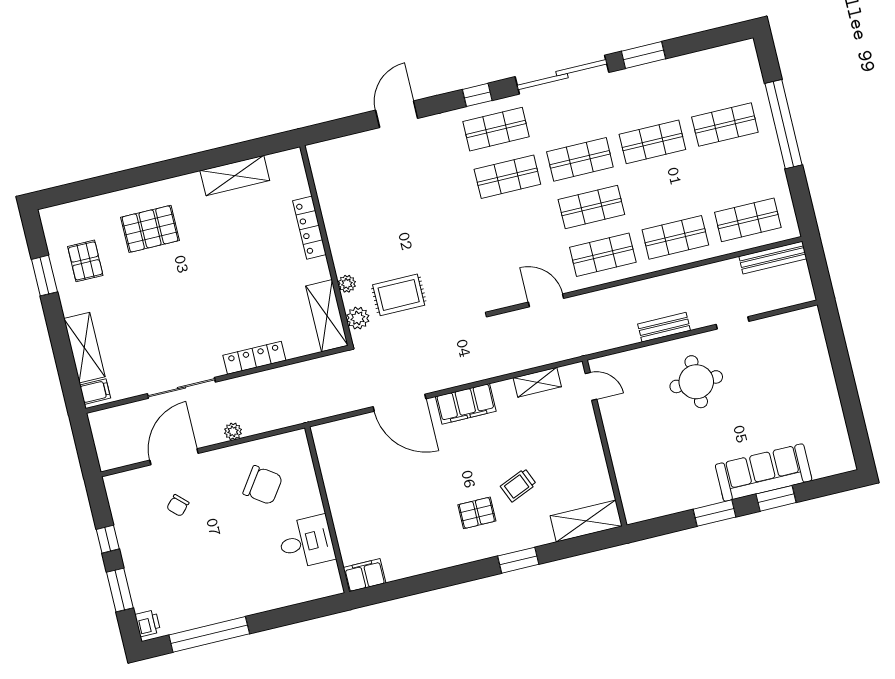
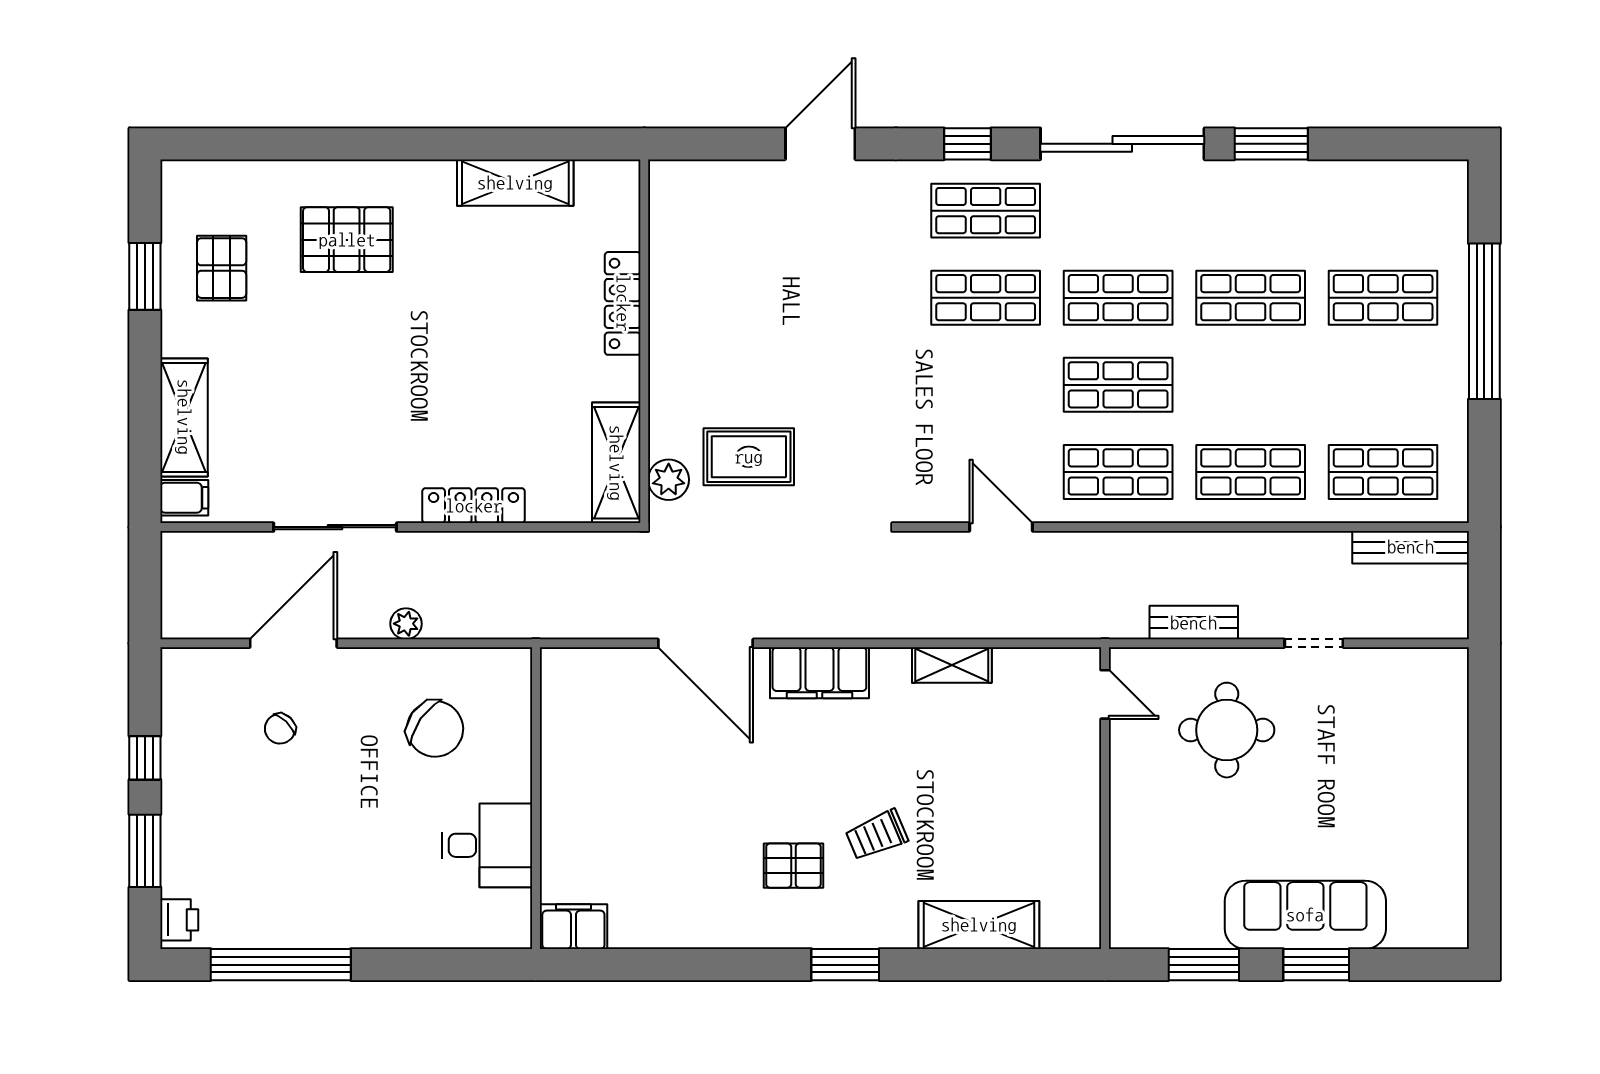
plant: (347, 284) -> (664, 416), removed
door: (591, 386) -> (1105, 694), moved
wall: (605, 443) -> (1105, 798), moved

